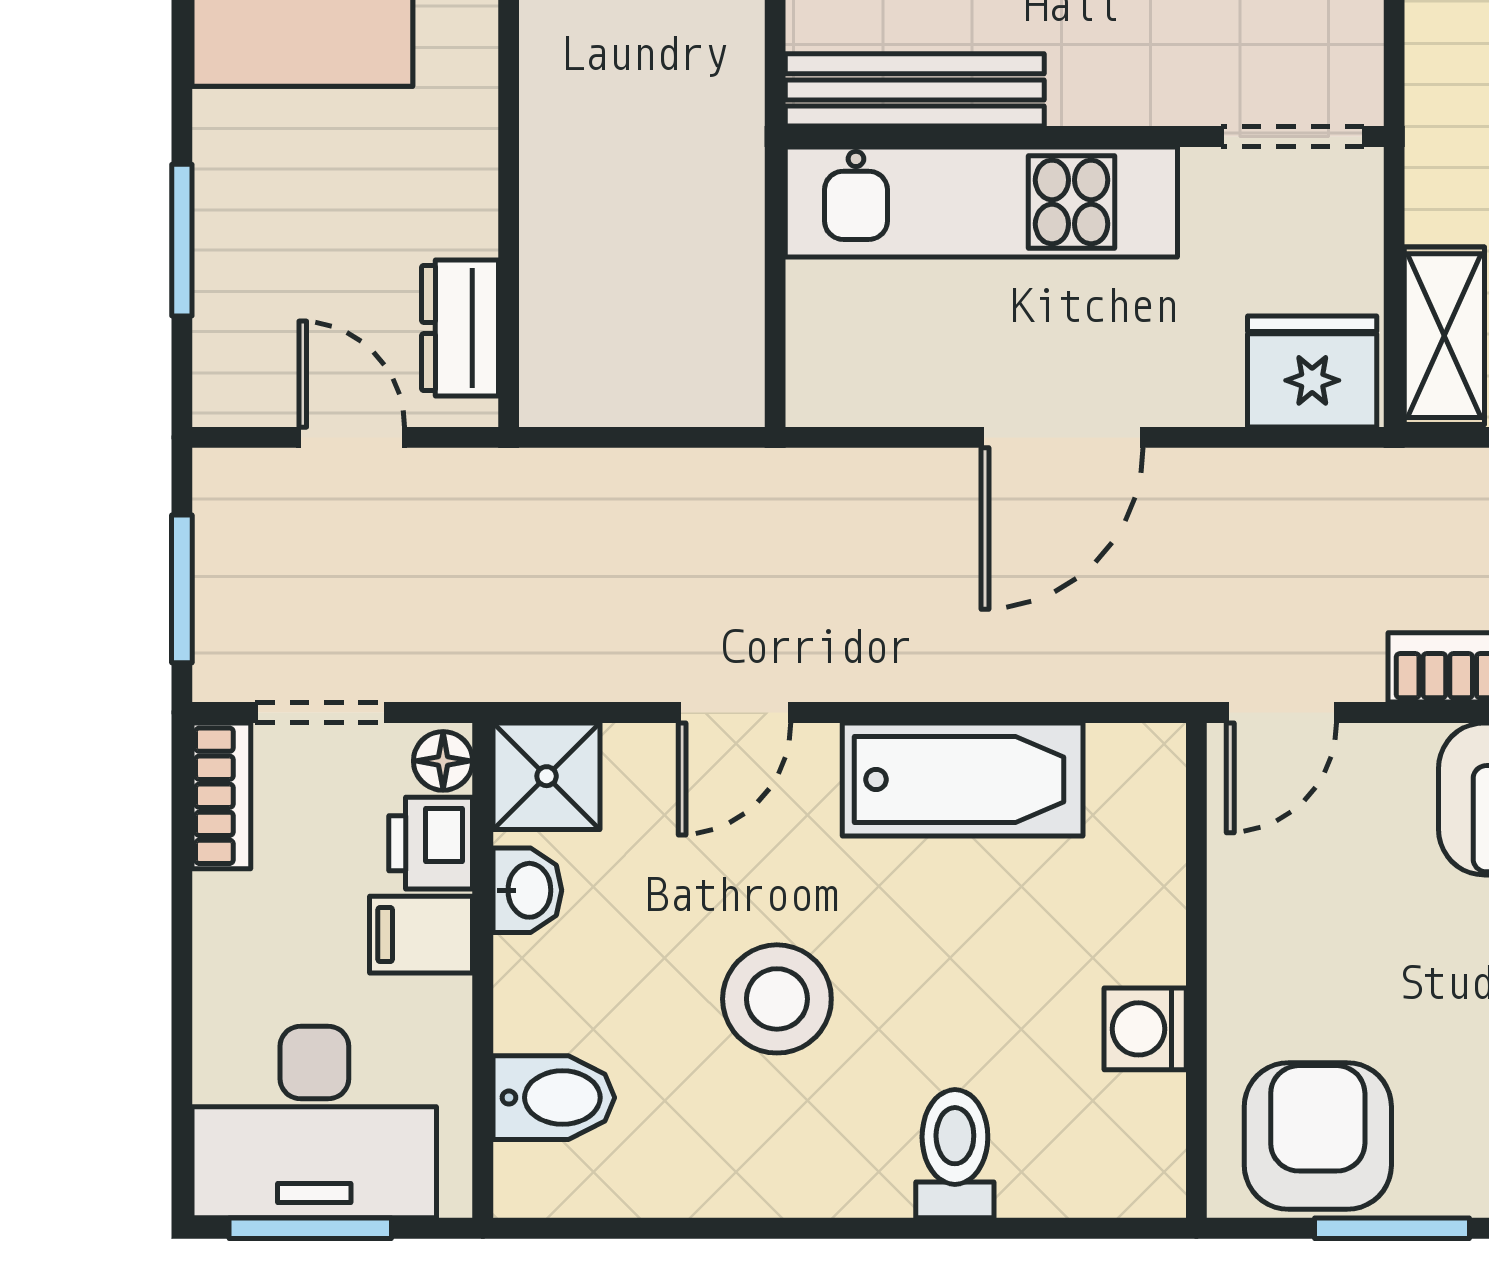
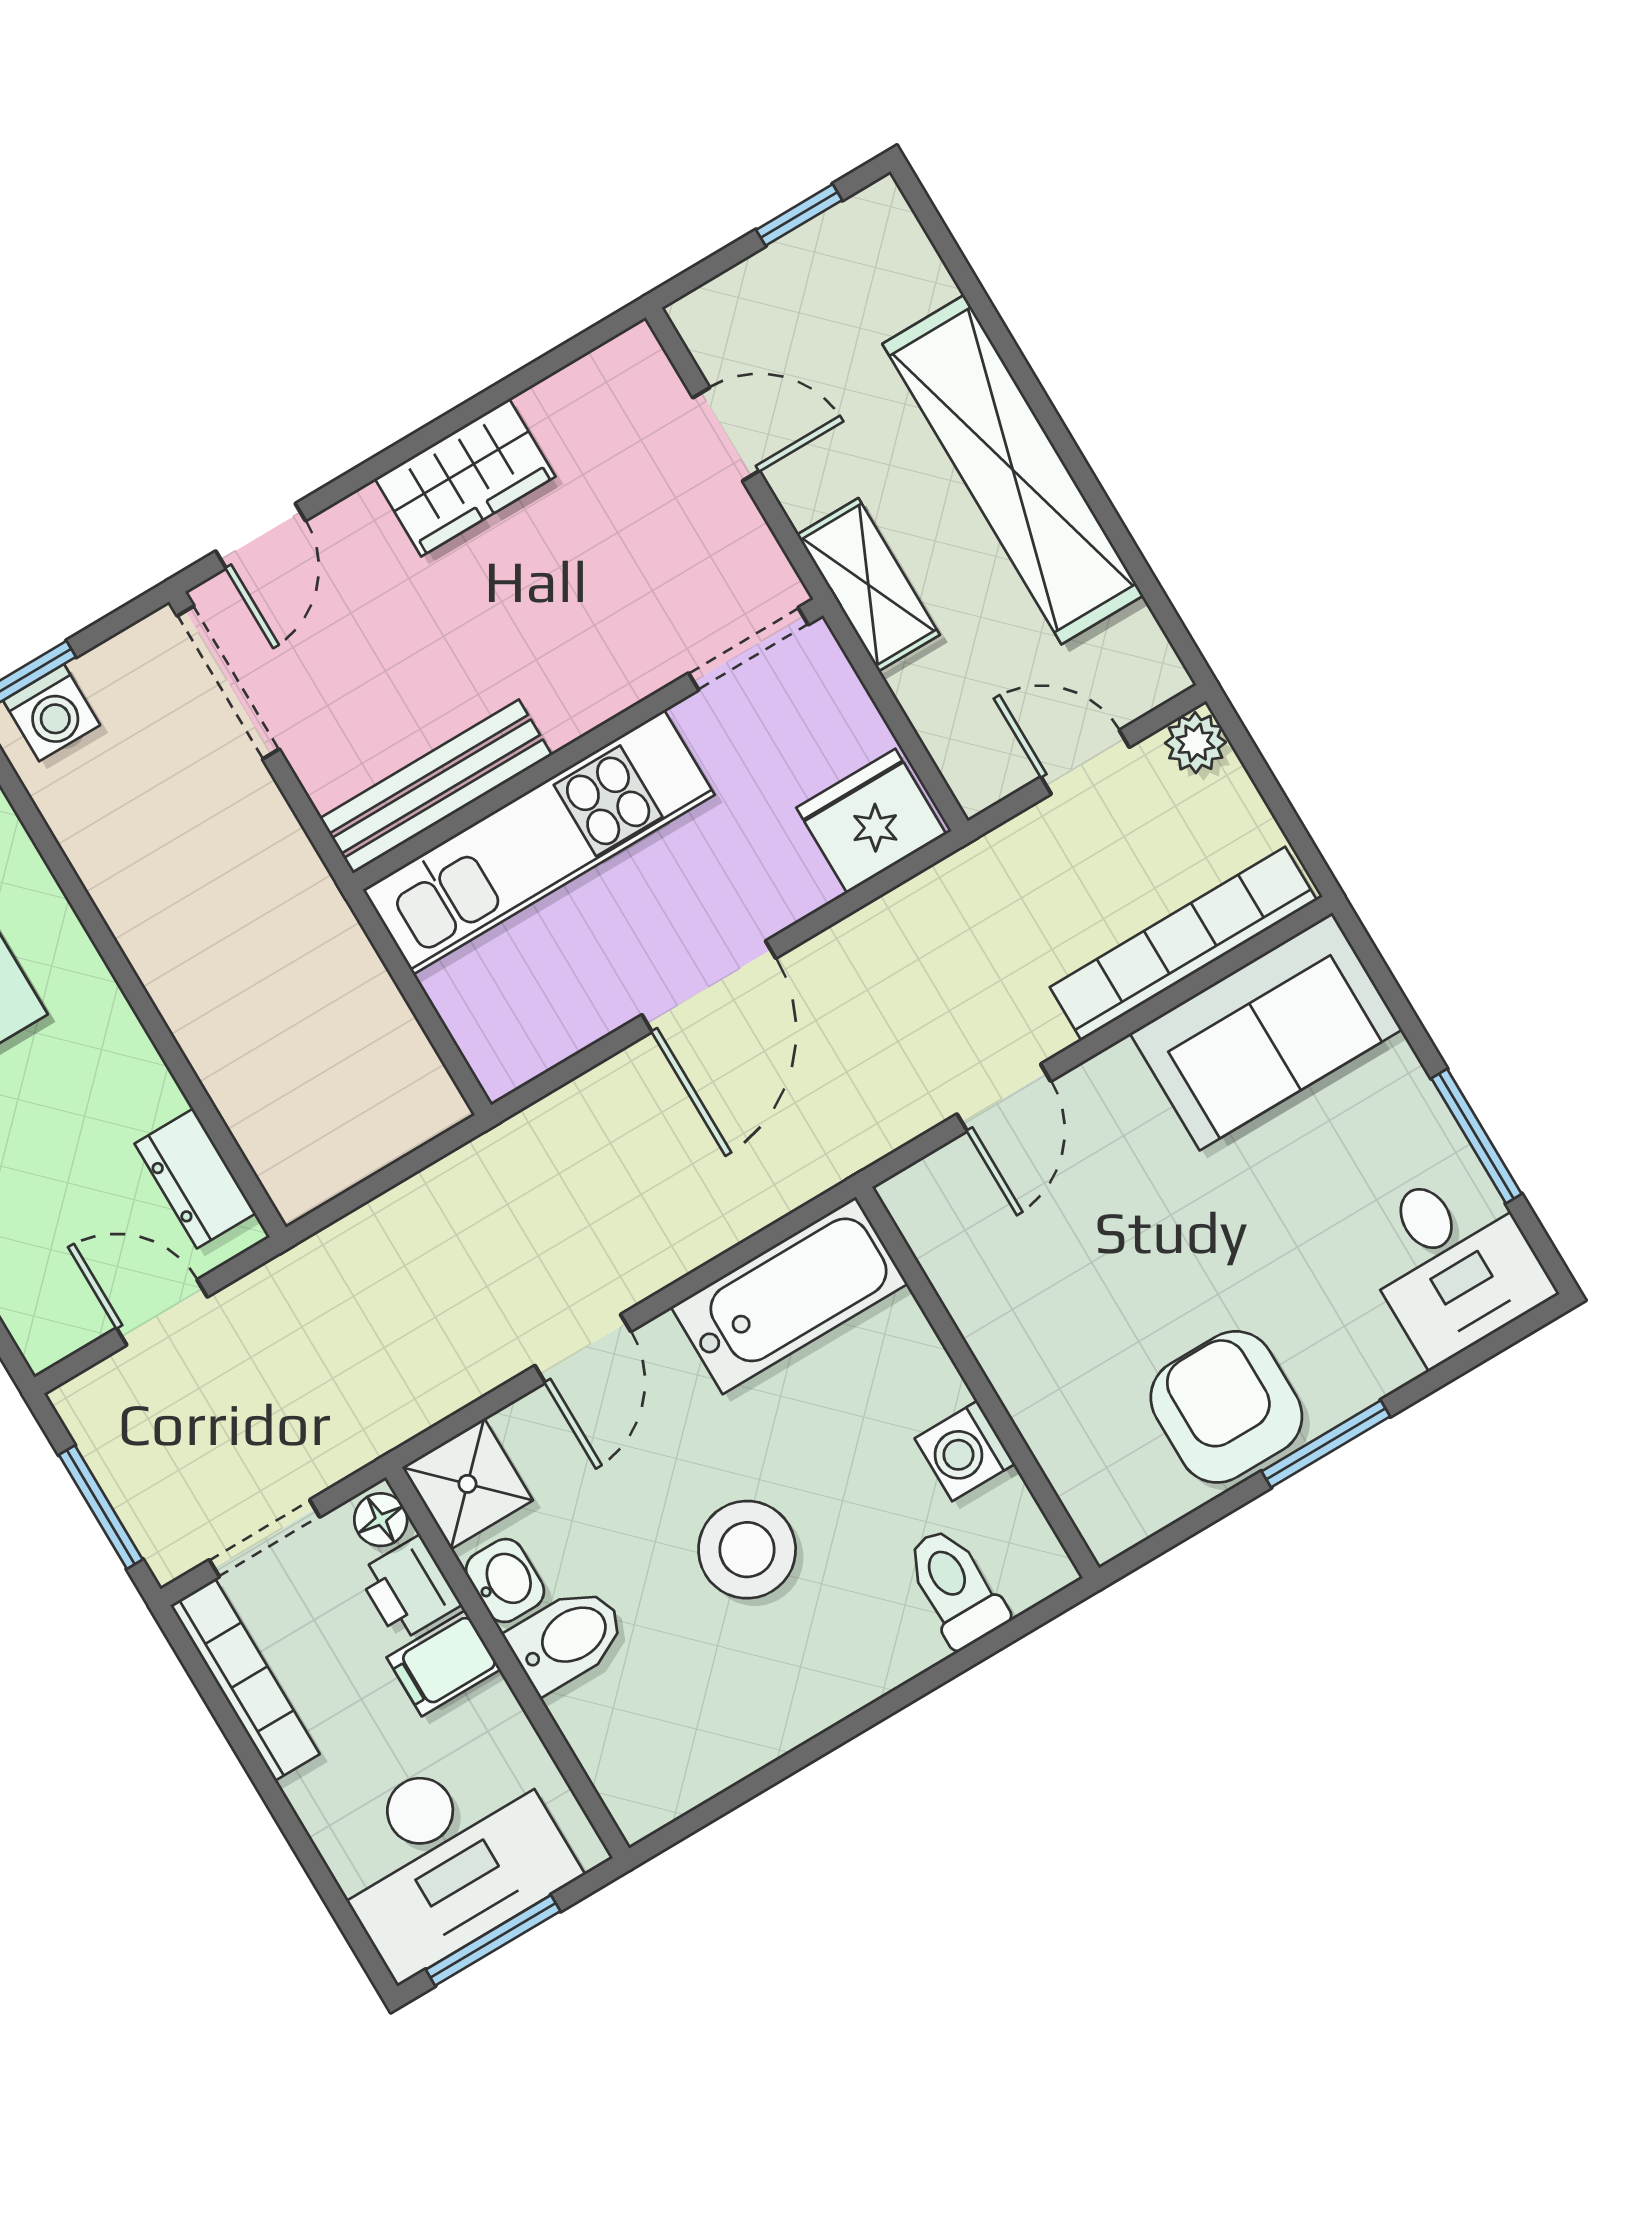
shelving: (1444, 336) -> (868, 585), moved
bookcase: (221, 796) -> (245, 1680), width x1.56
wall: (1196, 970) -> (977, 1382), moved
washing machine: (1145, 1029) -> (965, 1451), moved
bidet: (554, 1098) -> (567, 1639), moved

